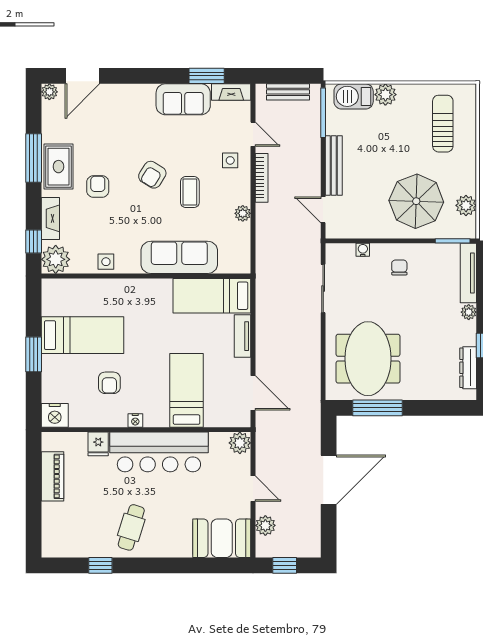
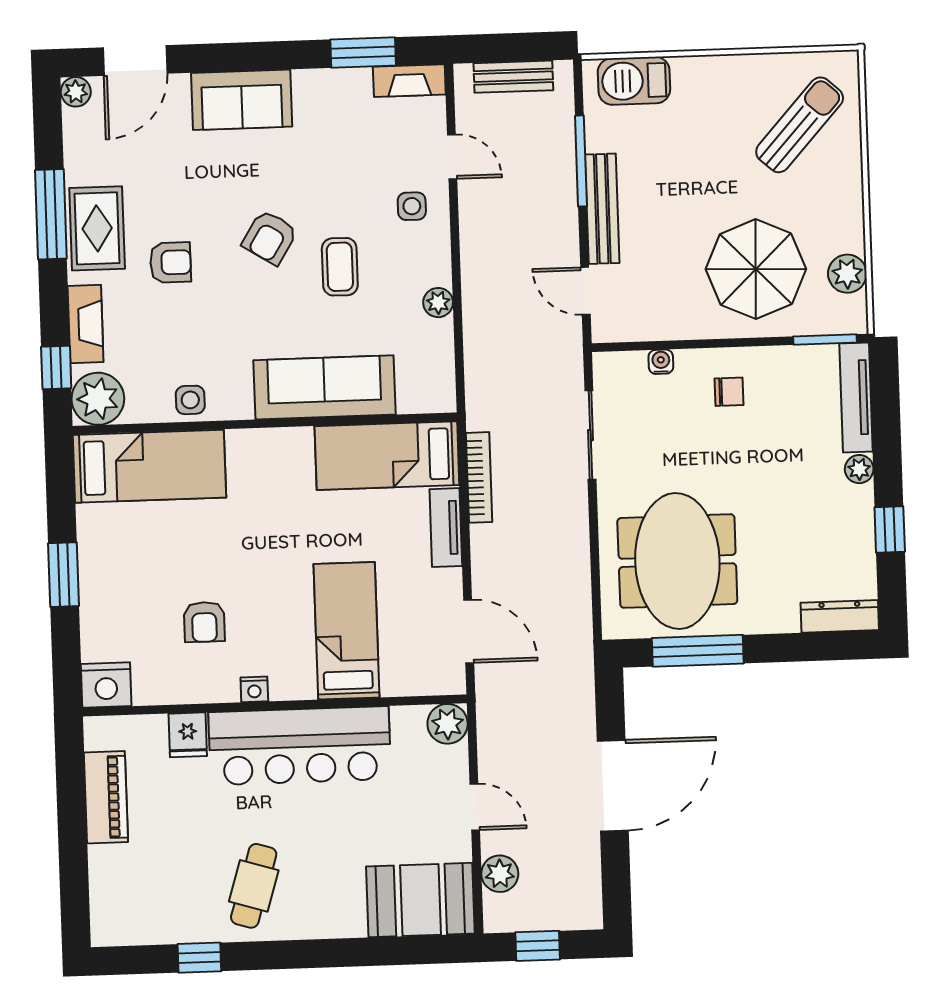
plant: (385, 95) -> (692, 75), removed
sofa: (183, 99) -> (242, 100), moved
window: (323, 113) -> (581, 161), moved
sun lounger: (443, 124) -> (800, 125), turned 42
bookcase: (262, 178) -> (479, 477), moved
armchair: (98, 186) -> (170, 262), turned 90
chair: (399, 267) -> (729, 392), turned 90
bed: (82, 335) -> (149, 466), moved
dresser: (468, 368) -> (840, 616), moved, turned 90

